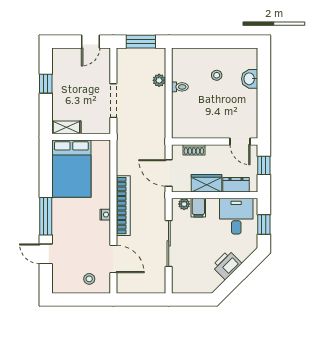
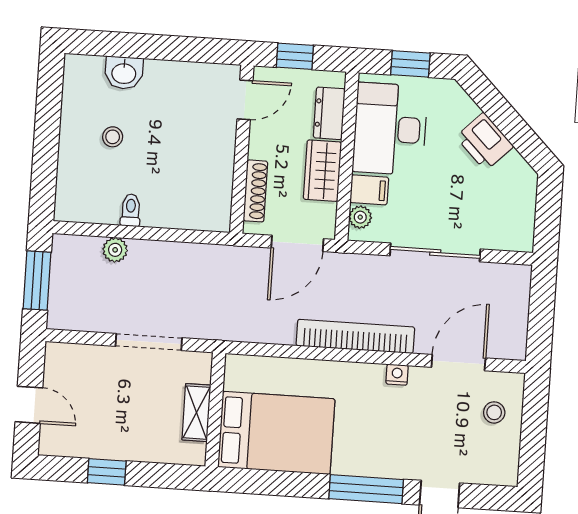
door: (91, 42) -> (29, 405), moved
shelving: (66, 127) -> (196, 413), moved
shoe rack: (194, 150) -> (255, 191), width x1.43
nightstand: (105, 215) -> (397, 375), moved
desk: (236, 216) -> (390, 129), width x1.37

